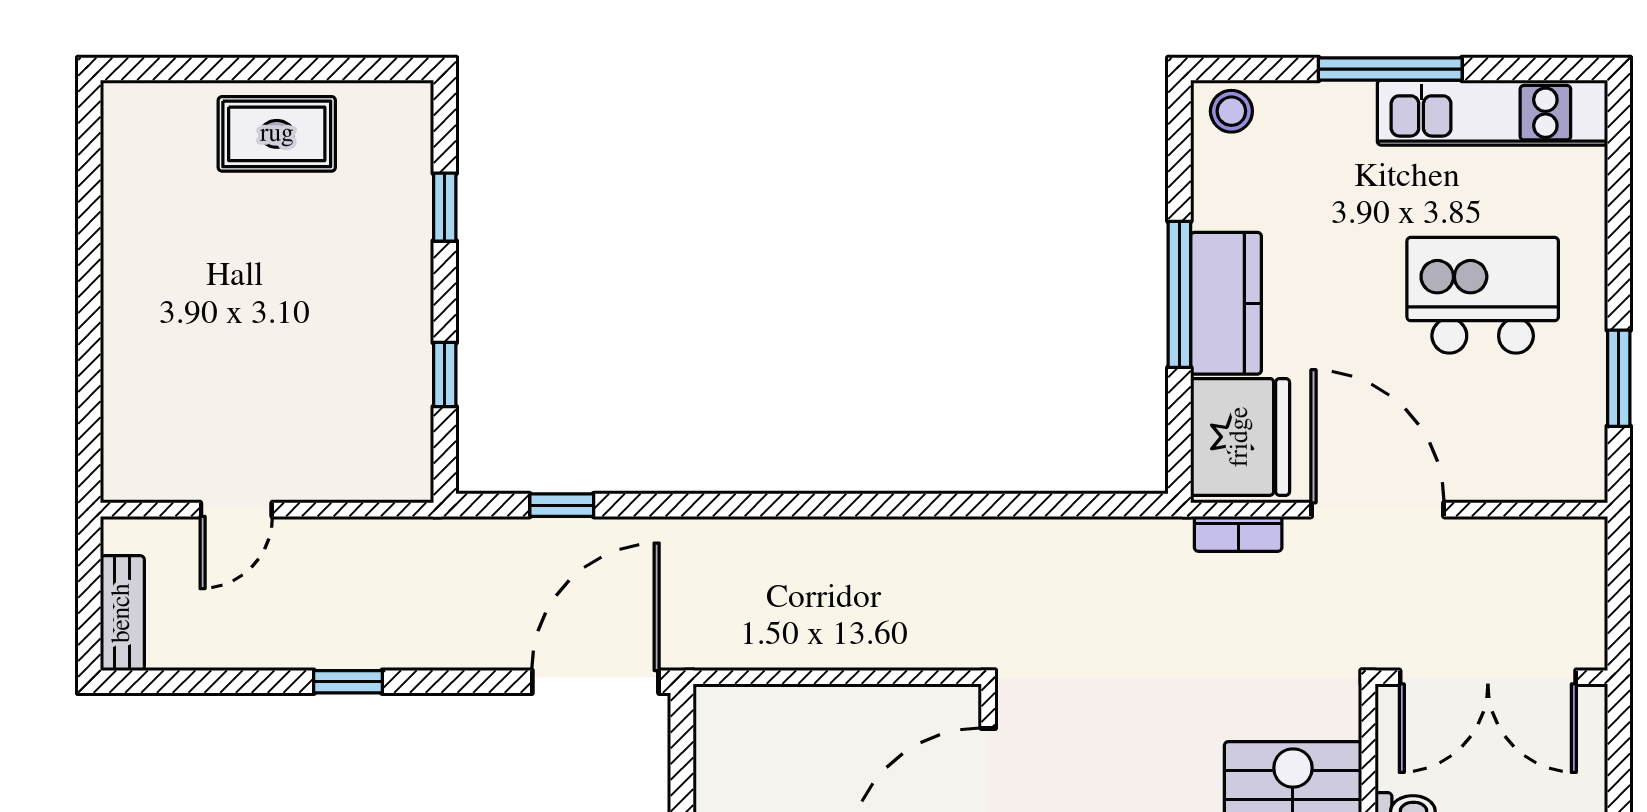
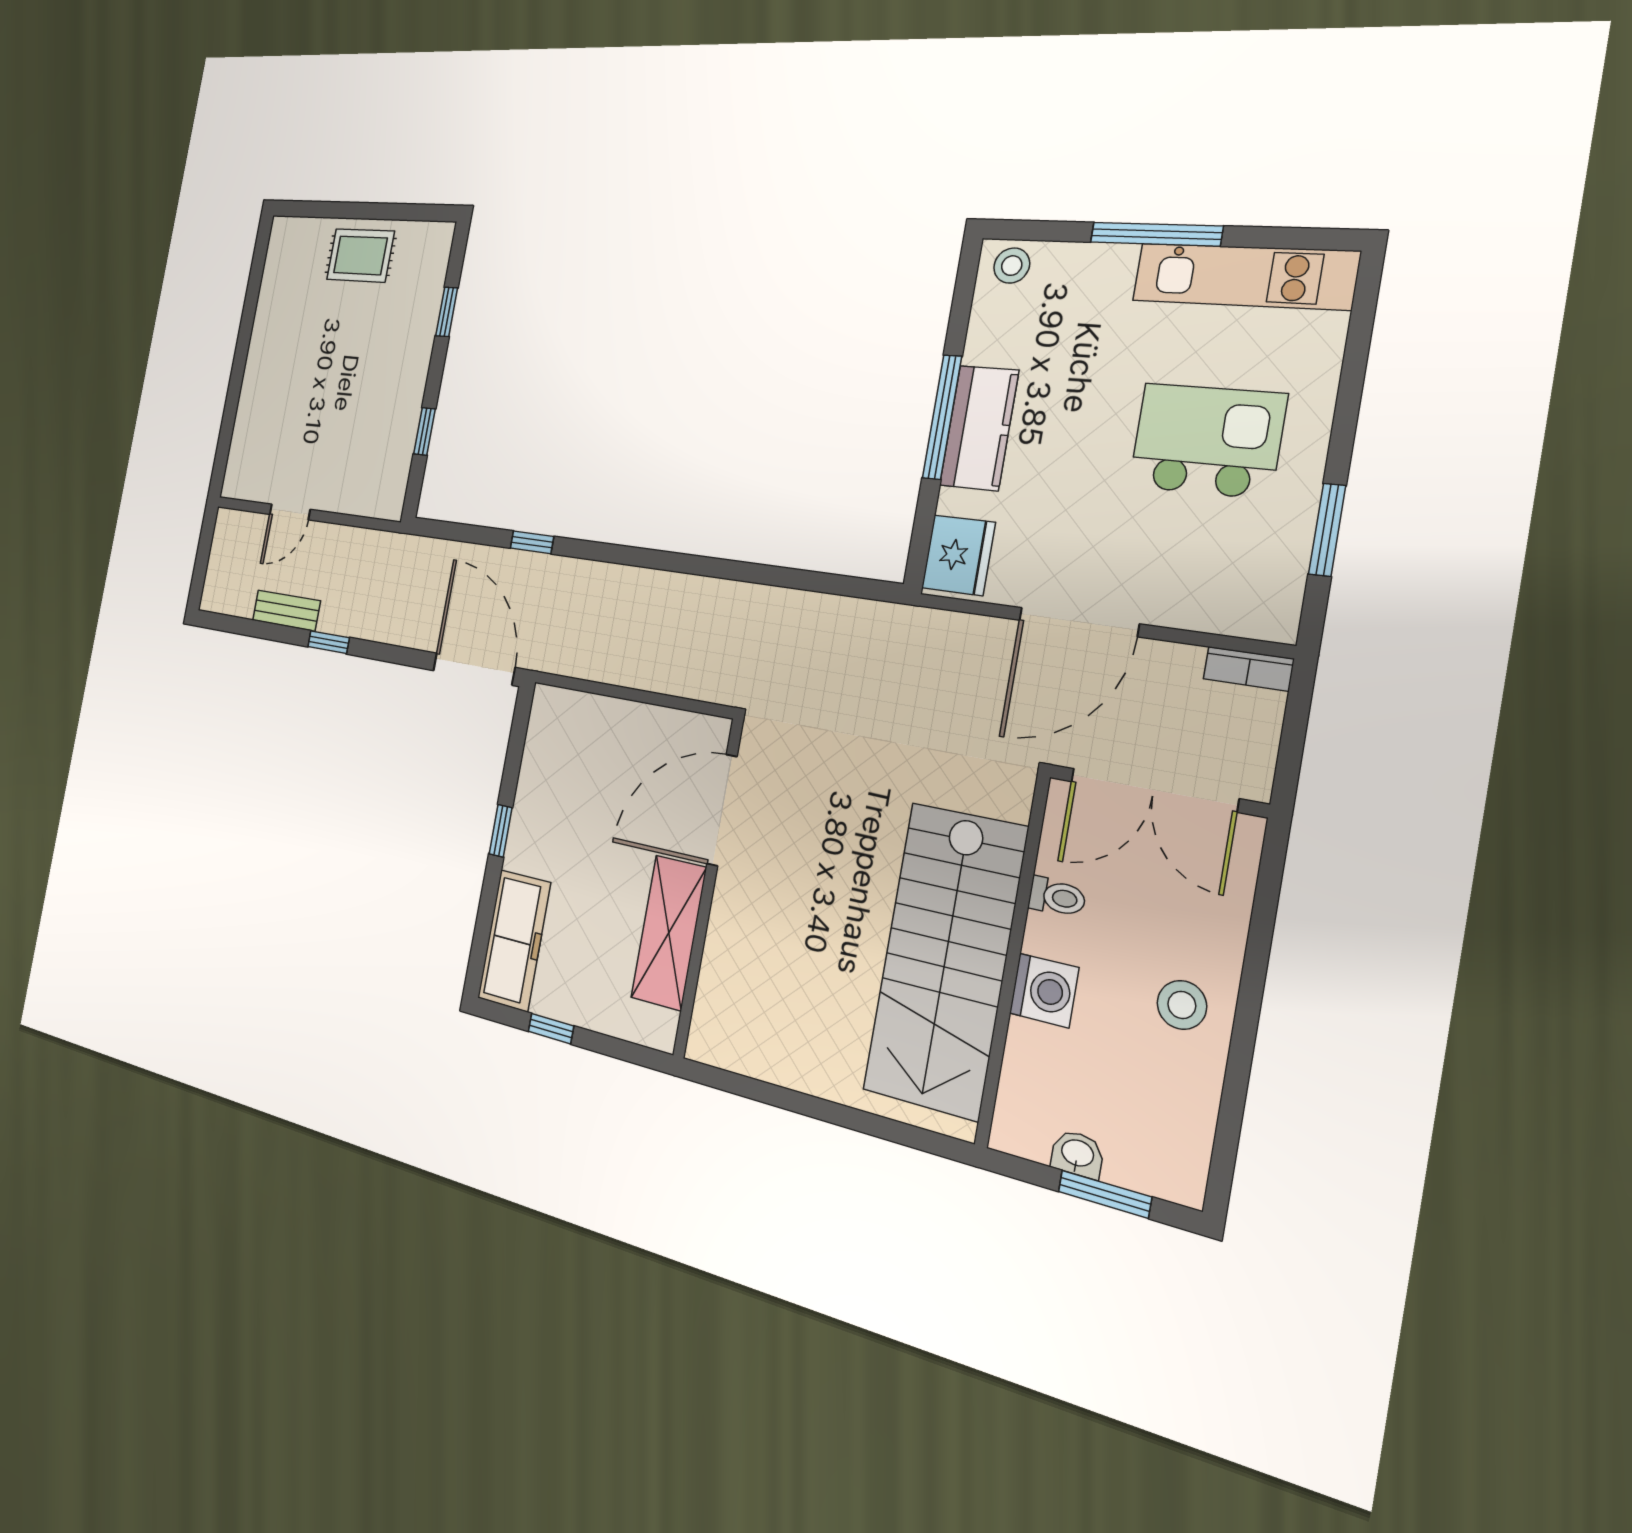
fridge: (1240, 437) -> (958, 555), width x0.73, depth x0.75
window: (562, 505) -> (532, 542), moved
door: (1378, 510) -> (1078, 622), swing flipped
bookcase: (1238, 534) -> (1248, 669), moved
bench: (122, 613) -> (286, 611), moved, turned 90
door: (595, 682) -> (474, 669), hinge flipped

